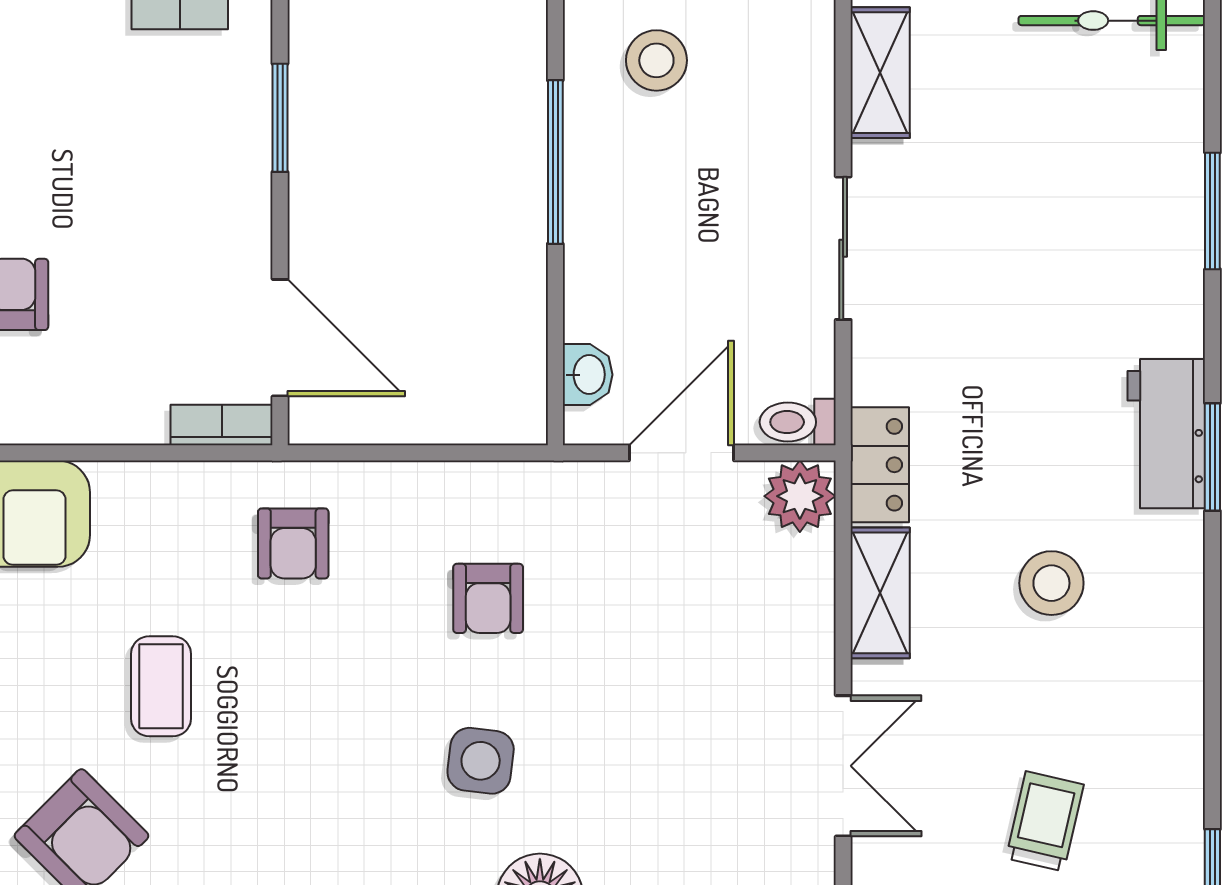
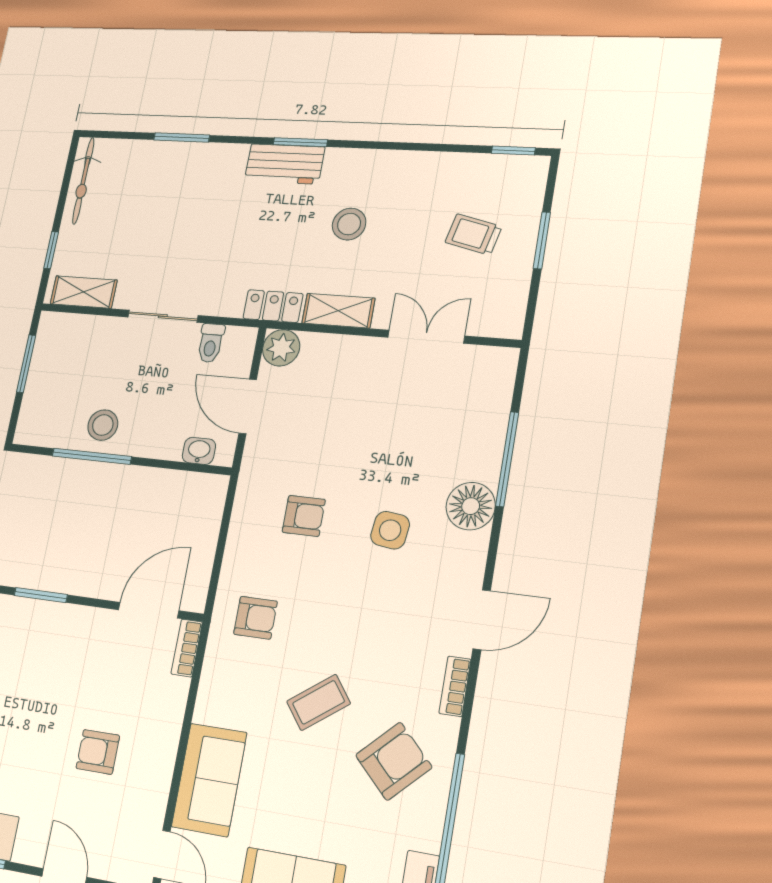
stool: (656, 60) -> (103, 425), moved
toilet: (798, 422) -> (211, 343), moved
coffee table: (161, 686) -> (319, 702), turned -37

